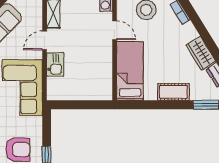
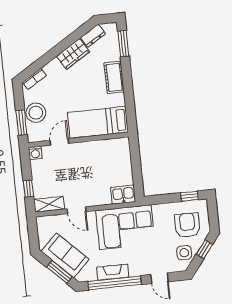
kitchen sink: (55, 64) -> (123, 195), moved

